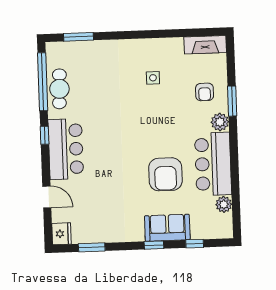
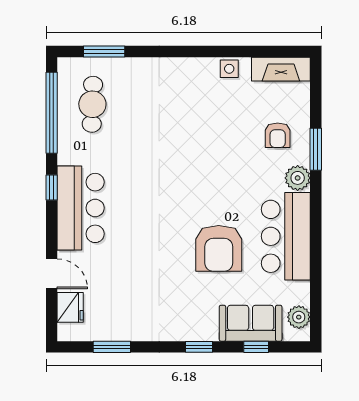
side table: (153, 78) -> (229, 69), moved
cafe table: (59, 89) -> (92, 104), moved
plant: (224, 204) -> (299, 317), moved
sofa: (167, 228) -> (251, 323), moved
fridge: (61, 234) -> (70, 307), moved

